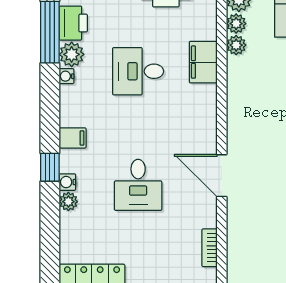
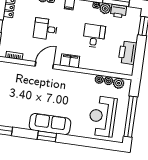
filing cabinet: (203, 62) -> (70, 61), moved

